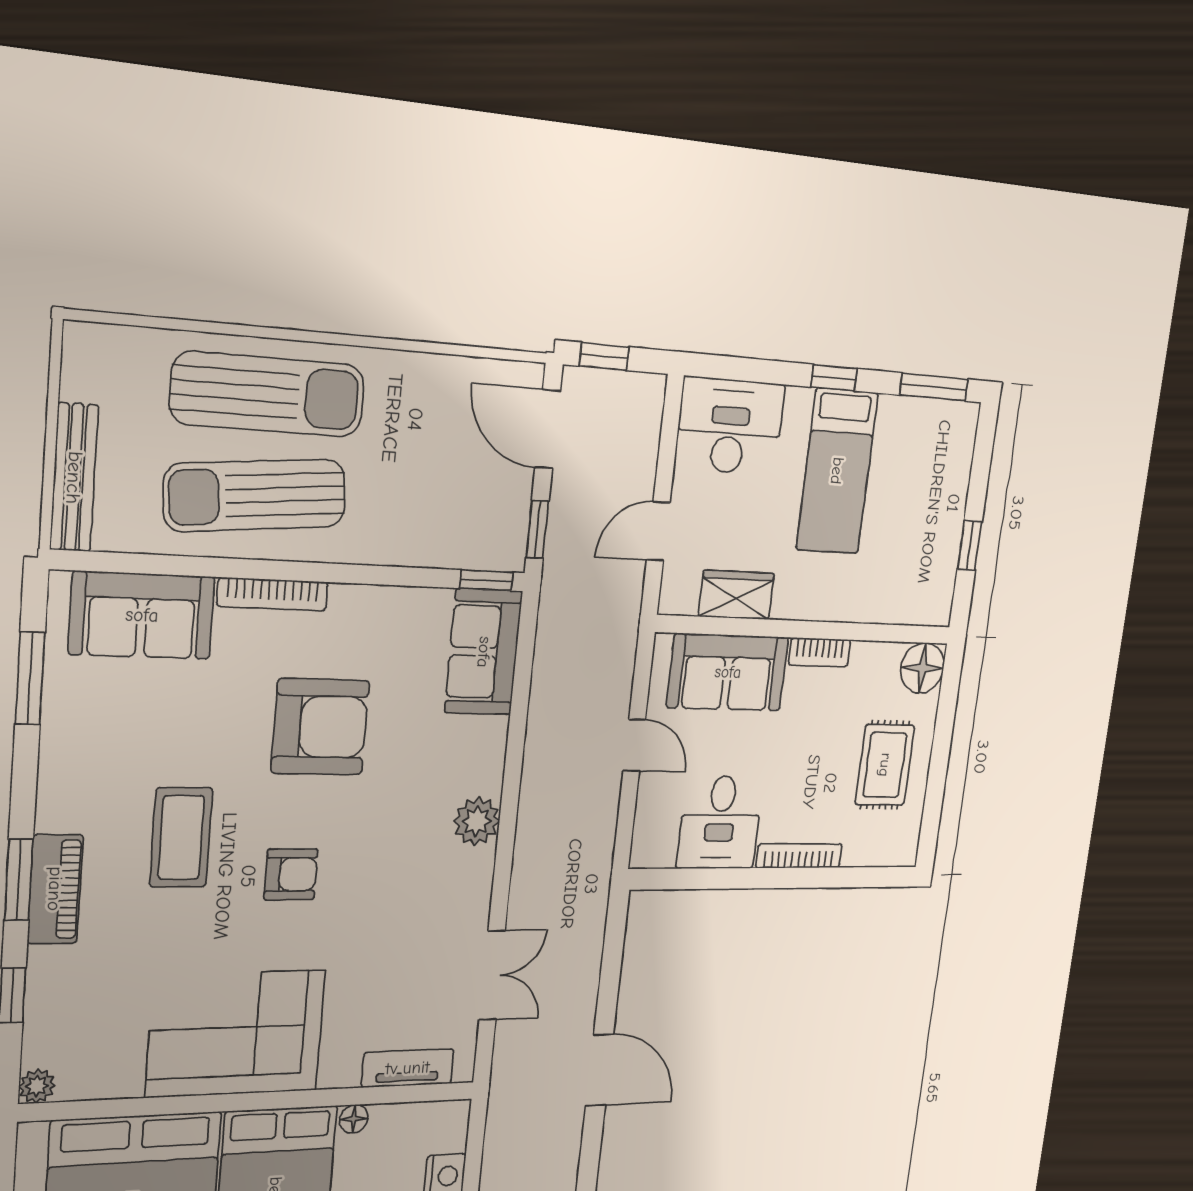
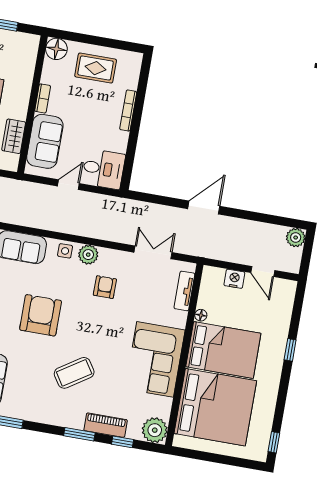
side table: (482, 763) -> (65, 251), added
desk: (720, 822) -> (103, 169), moved
coffee table: (181, 837) -> (74, 373), turned -33
armchair: (291, 874) -> (105, 287), moved
piano: (55, 889) -> (106, 425), moved
plant: (37, 1086) -> (155, 430), width x1.87, depth x1.87

